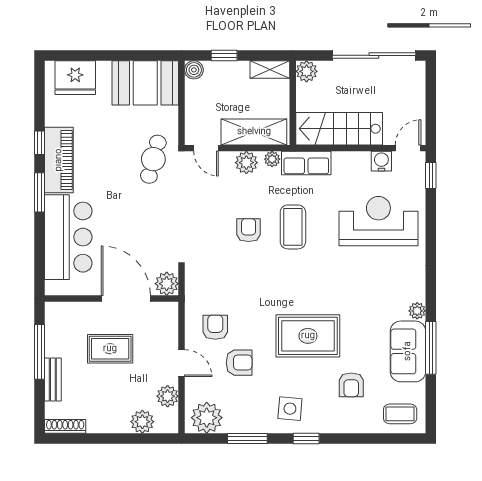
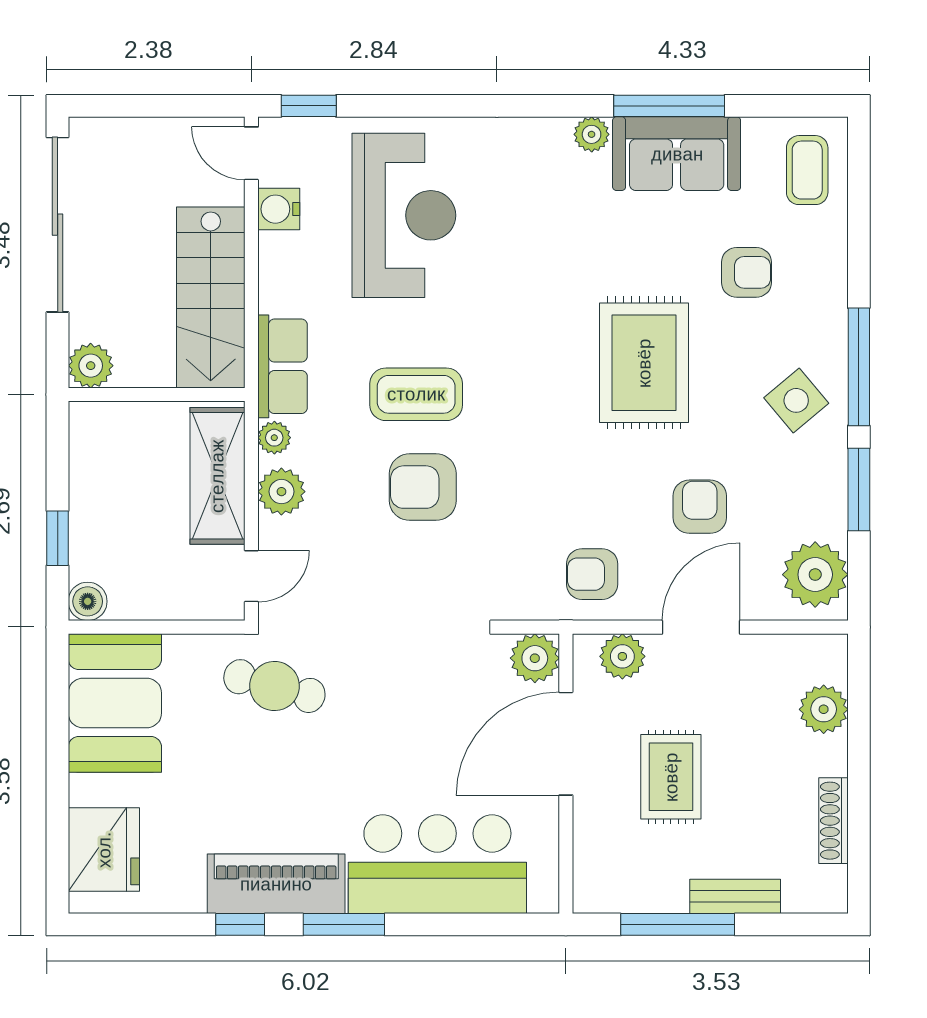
shelving: (270, 70) -> (87, 442), removed
reception desk: (378, 221) -> (404, 215), turned 180
armchair: (249, 230) -> (423, 487), width x1.38, depth x1.38
armchair: (215, 327) -> (592, 574), moved
door: (182, 363) -> (701, 627), width x1.38
plant: (168, 396) -> (622, 656), moved
side table: (290, 409) -> (796, 400), turned 45
shoe rack: (65, 426) -> (833, 821), moved
window: (306, 439) -> (859, 367), width x2.17

